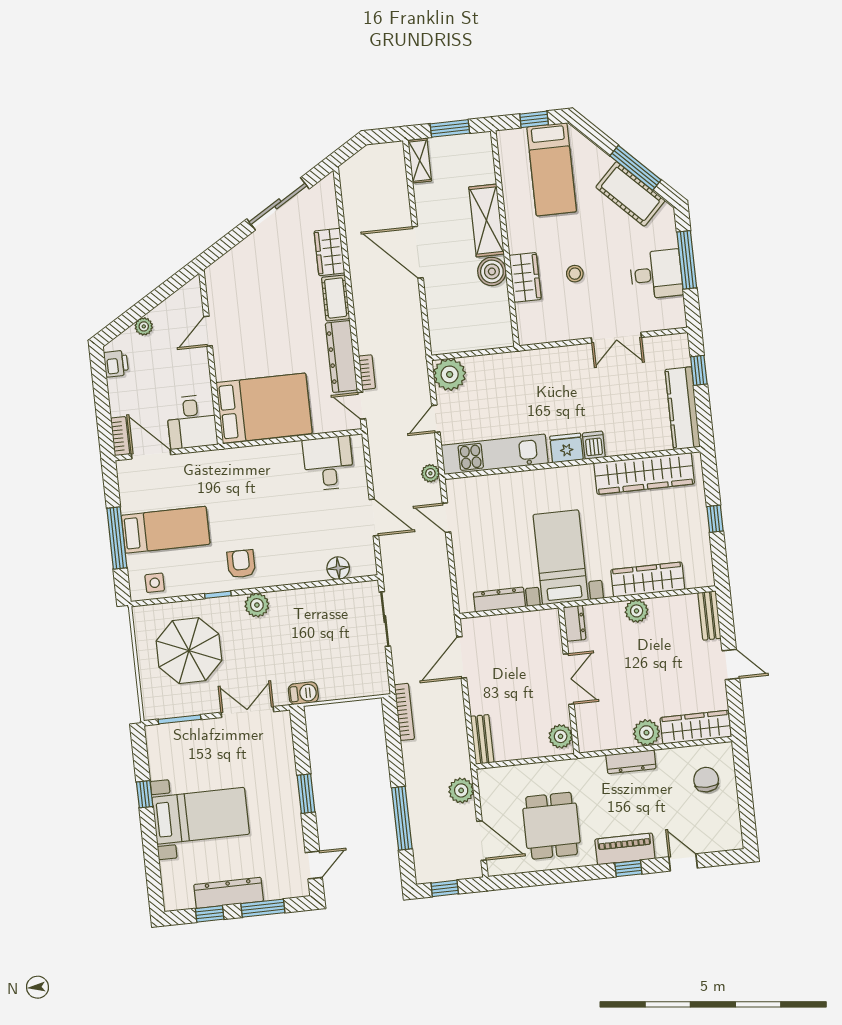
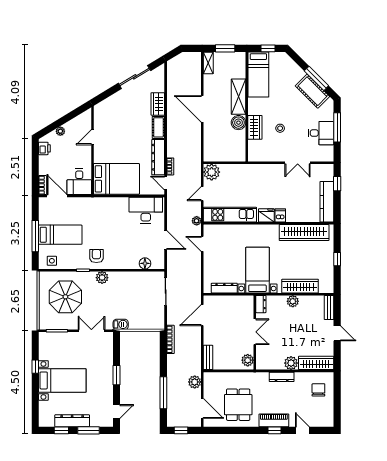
bed: (552, 169) -> (258, 75), moved
desk: (328, 463) -> (146, 210), width x1.37

